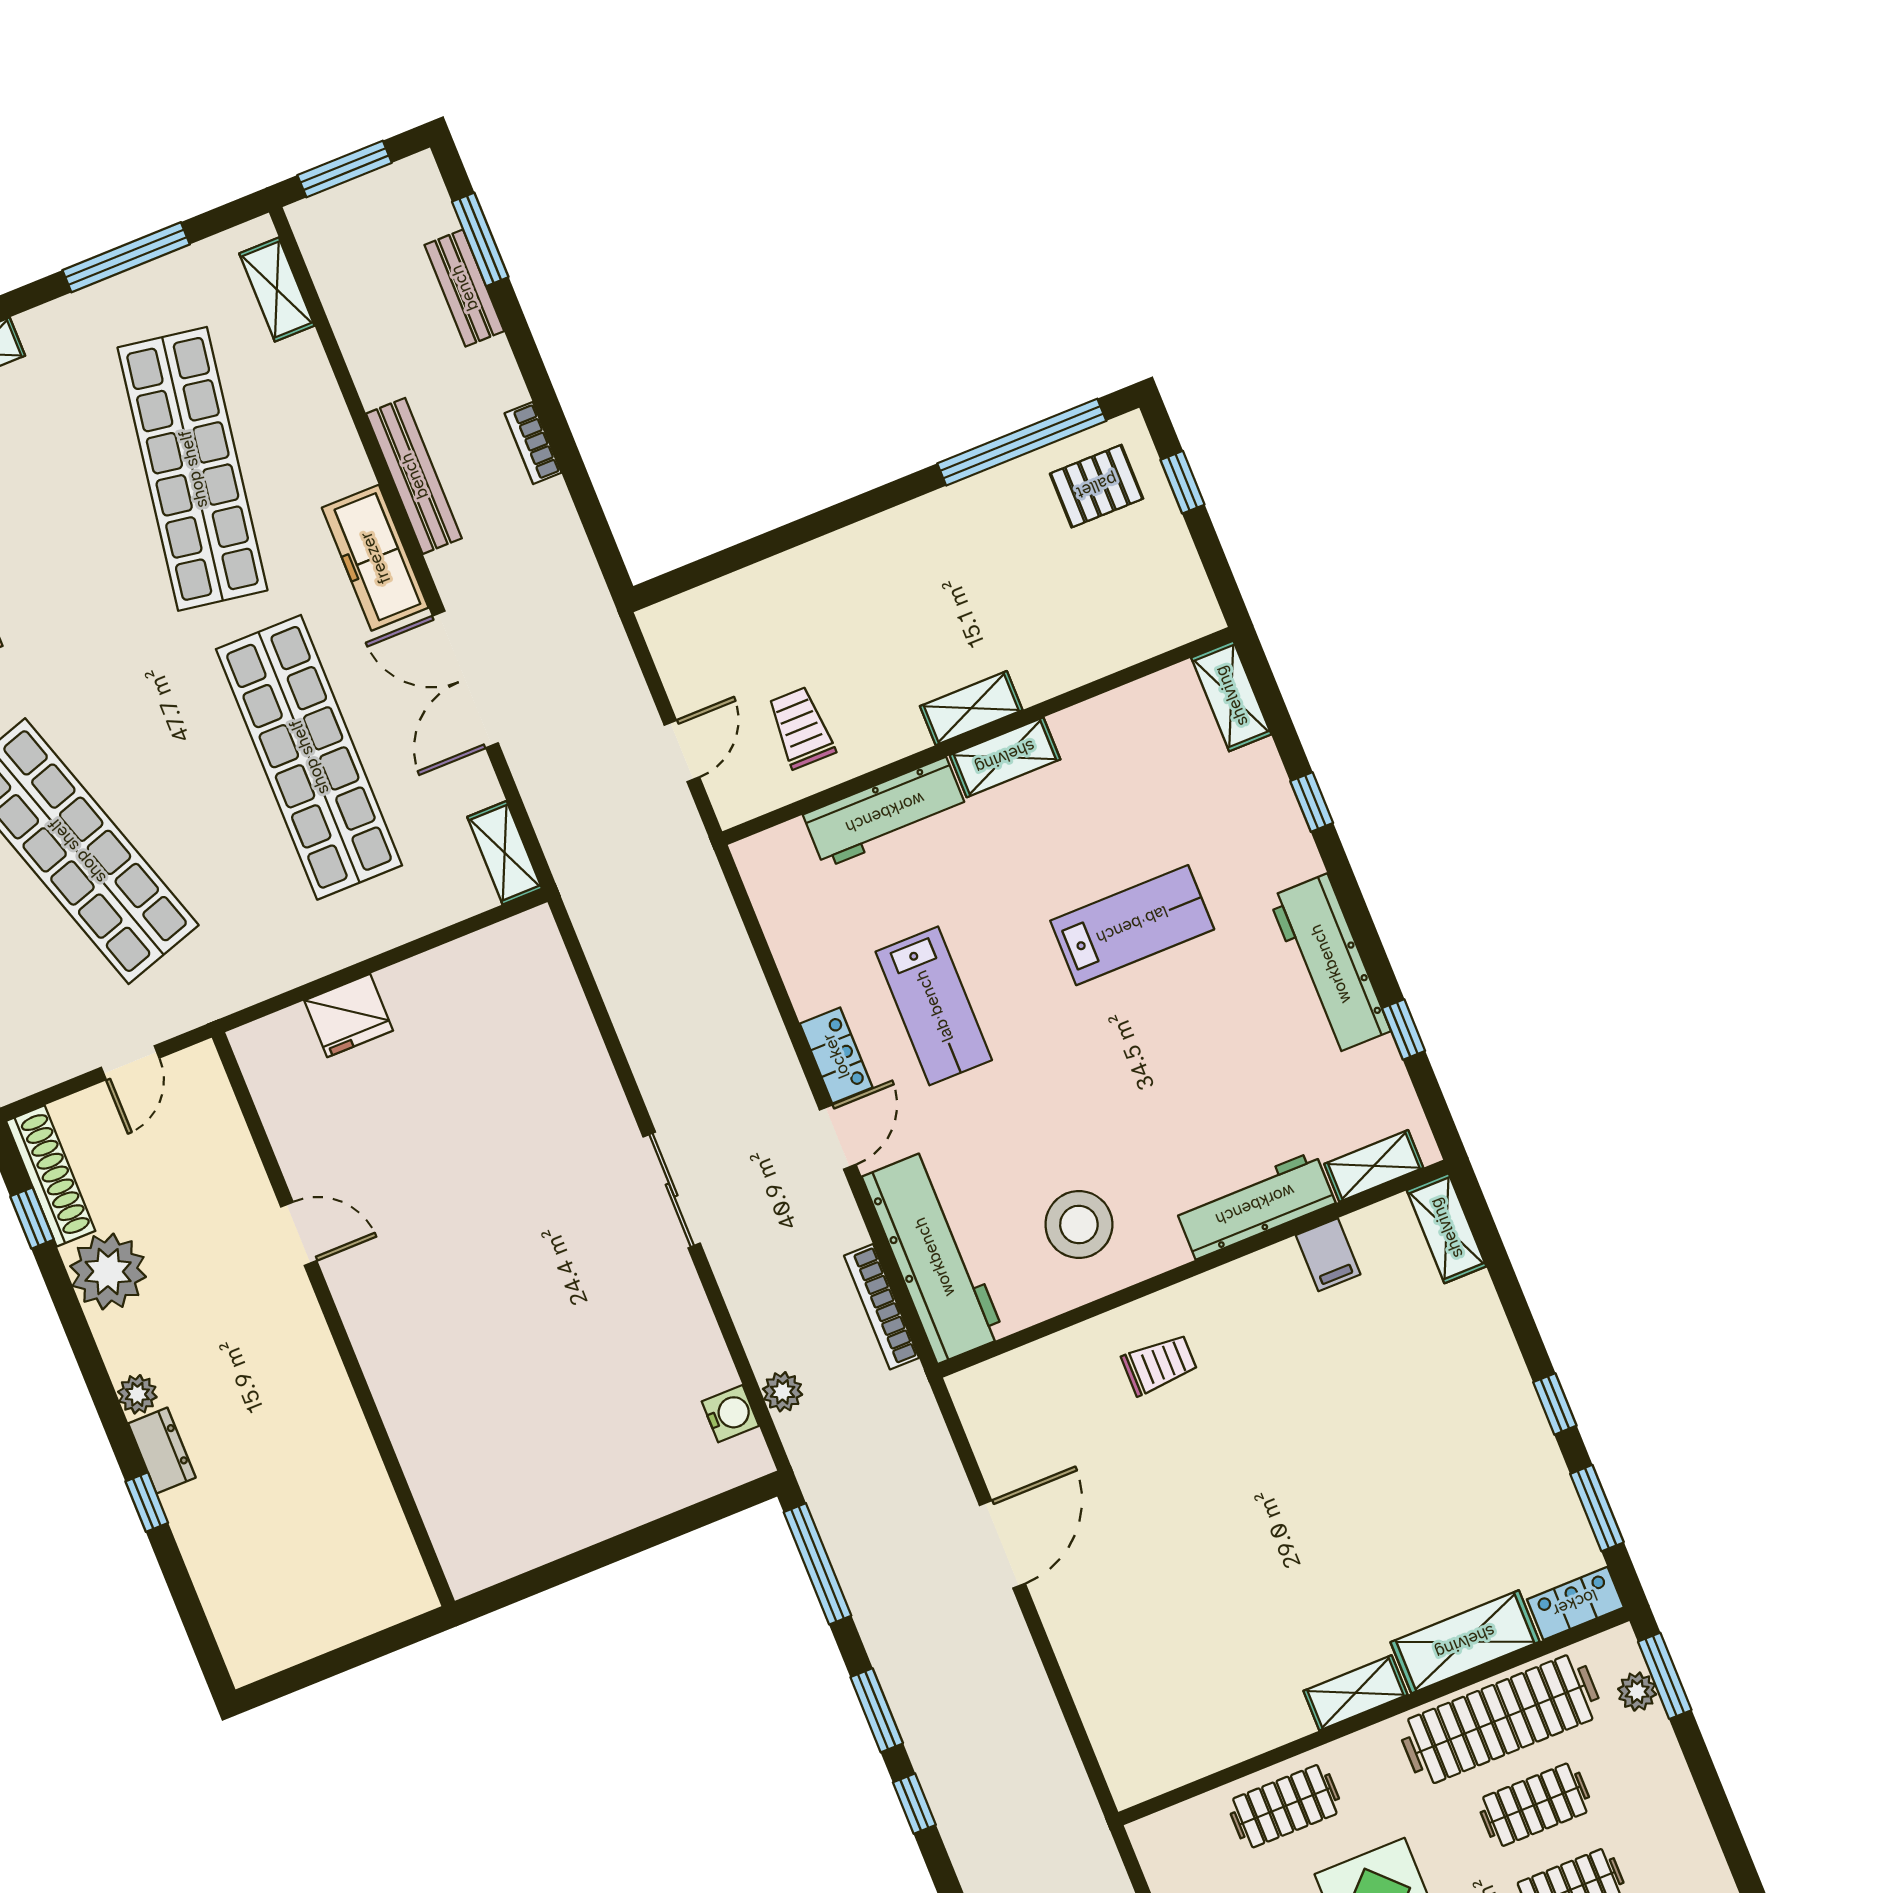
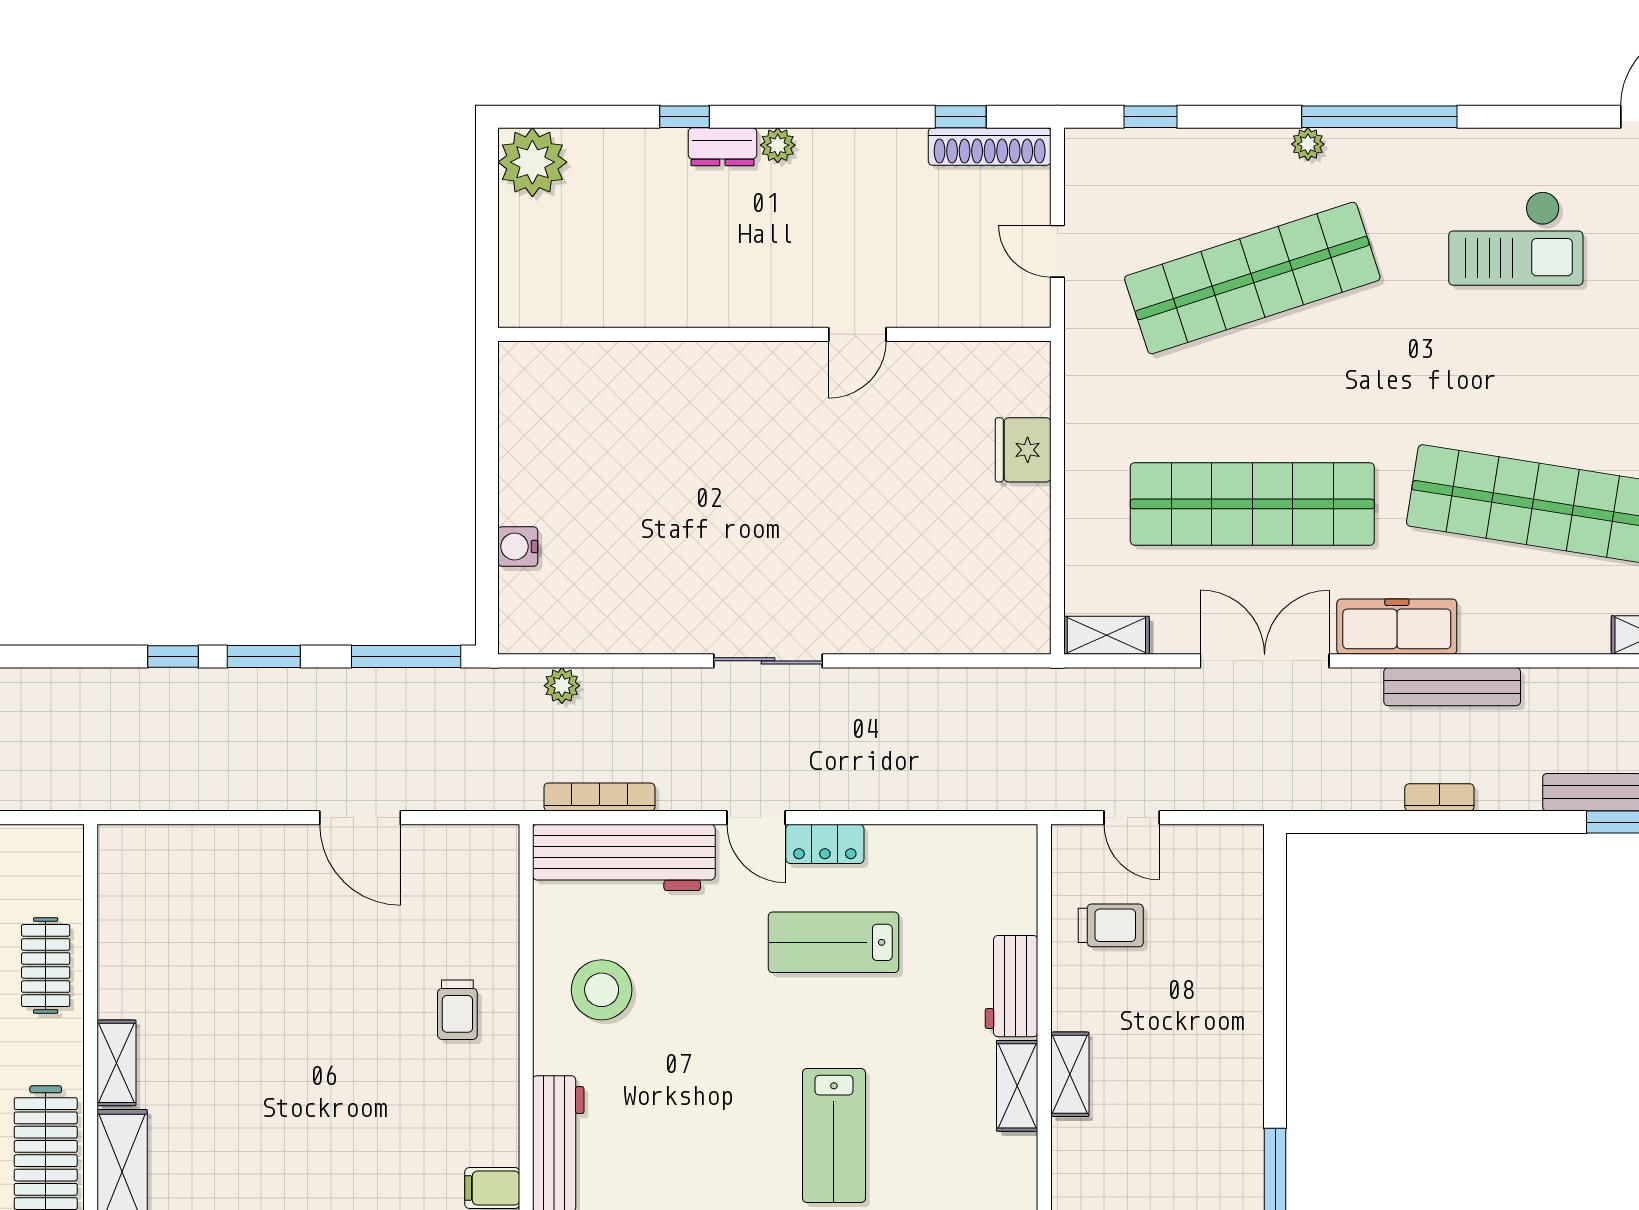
workbench: (885, 813) -> (1011, 986), width x0.73
plant: (108, 1272) -> (532, 162), moved
water cooler: (730, 1414) -> (518, 547), moved, turned 90

